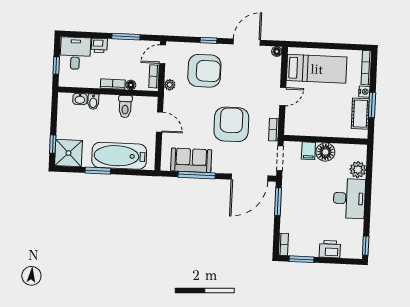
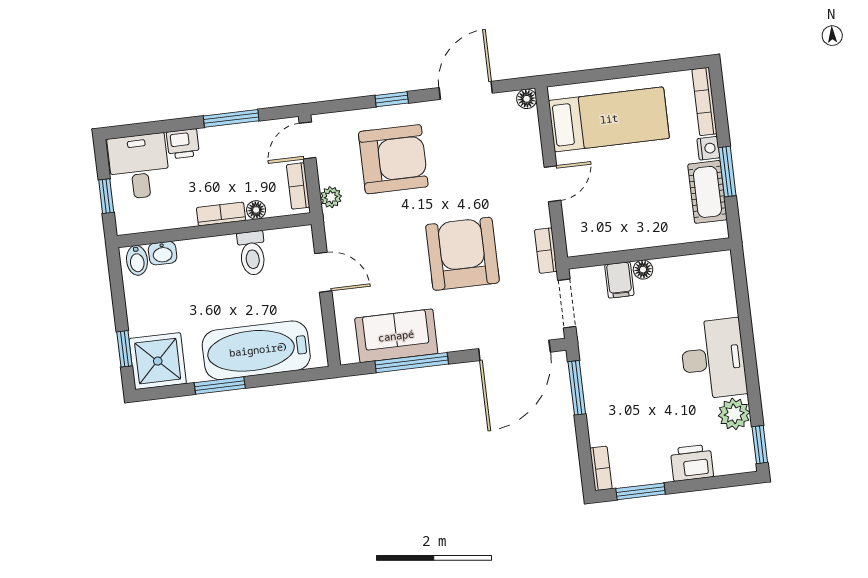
bidet: (93, 102) -> (137, 260), moved
floor lamp: (325, 152) -> (643, 270), width x0.53, depth x0.53
plant: (358, 170) -> (734, 414), moved

